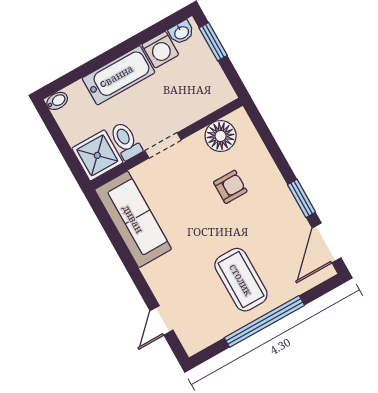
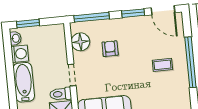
window: (267, 137) -> (92, 17), added
coffee table: (241, 280) -> (162, 65), width x0.54, depth x0.58

